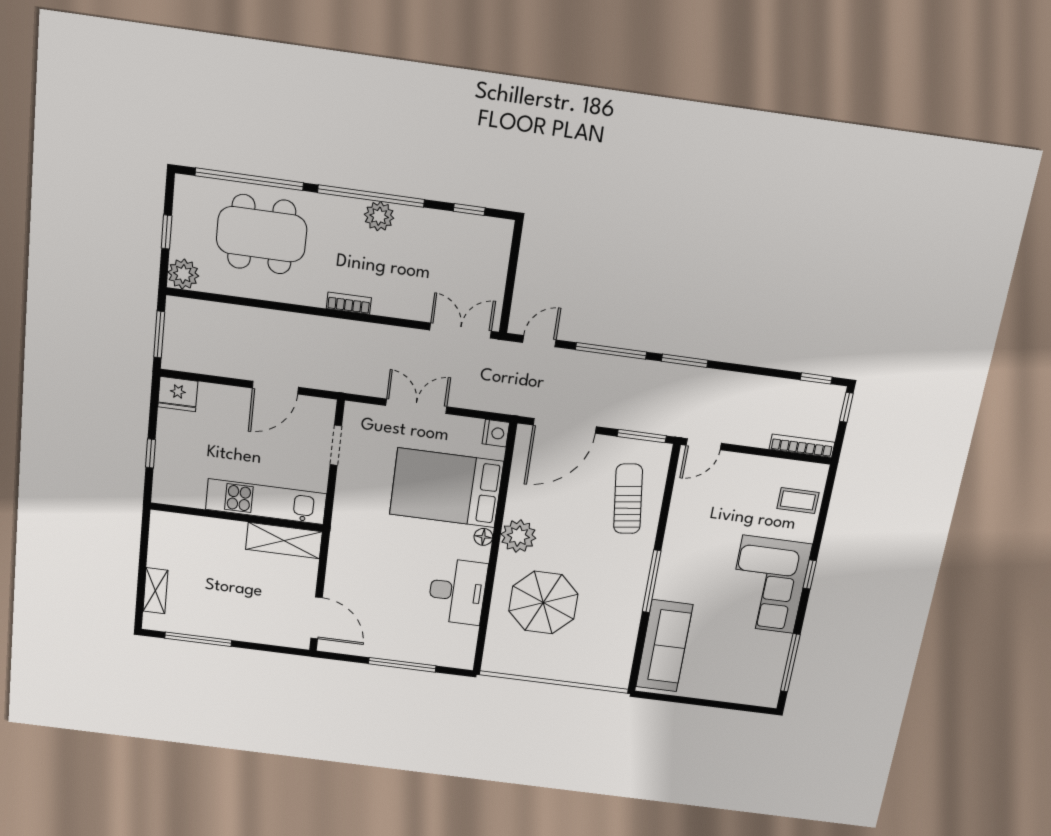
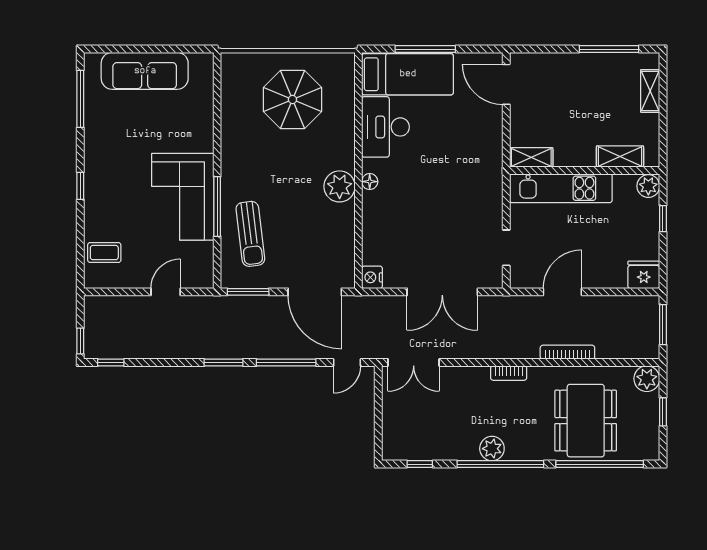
dining table: (262, 234) -> (586, 421), turned 90
double door: (416, 406) -> (442, 292), width x1.37
door: (565, 426) -> (315, 292), swing flipped
door: (704, 444) -> (166, 292), moved
bookcase: (802, 446) -> (567, 352), moved, turned 180
bed: (446, 488) -> (408, 74), moved, width x0.67
plant: (165, 491) -> (648, 186), added
shelving: (195, 527) -> (620, 157), added
shelving: (284, 541) -> (531, 157), width x0.67, depth x0.75
window: (652, 581) -> (217, 207), moved
corner sofa: (768, 585) -> (183, 197), moved, turned 180
parasol: (543, 603) -> (292, 99), moved
sofa: (664, 646) -> (145, 71), moved, turned -90

